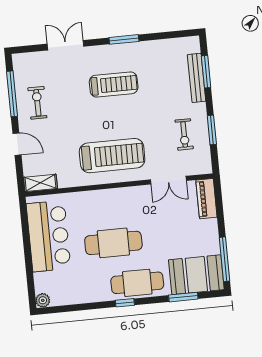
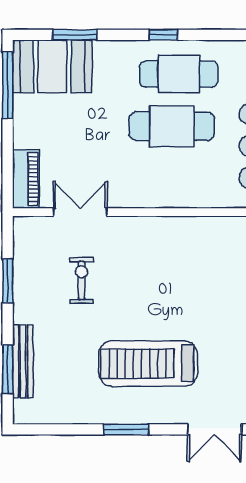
treadmill: (114, 84) -> (148, 363), width x1.37, depth x1.38
exercise bike: (184, 134) -> (82, 280), moved
treadmill: (112, 156) -> (161, 257), removed
cafe table: (137, 283) -> (179, 74), moved

